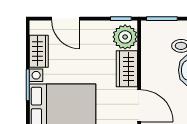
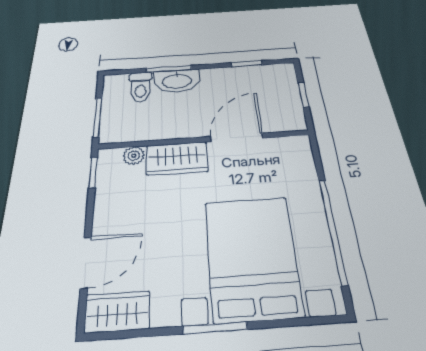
plant: (125, 37) -> (134, 156), width x0.53, depth x0.53
wardrobe: (39, 51) -> (117, 312), moved

